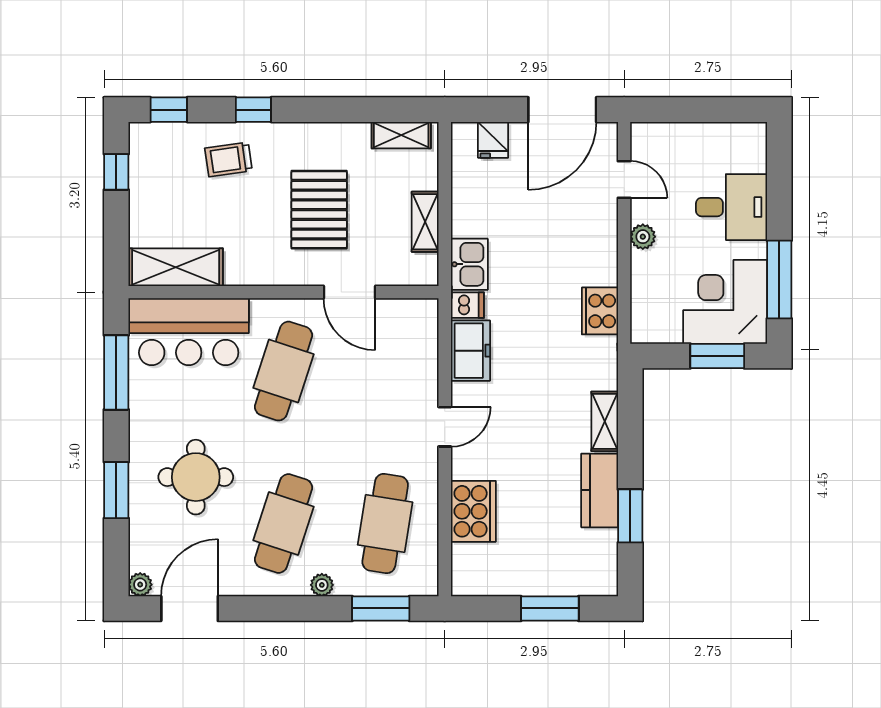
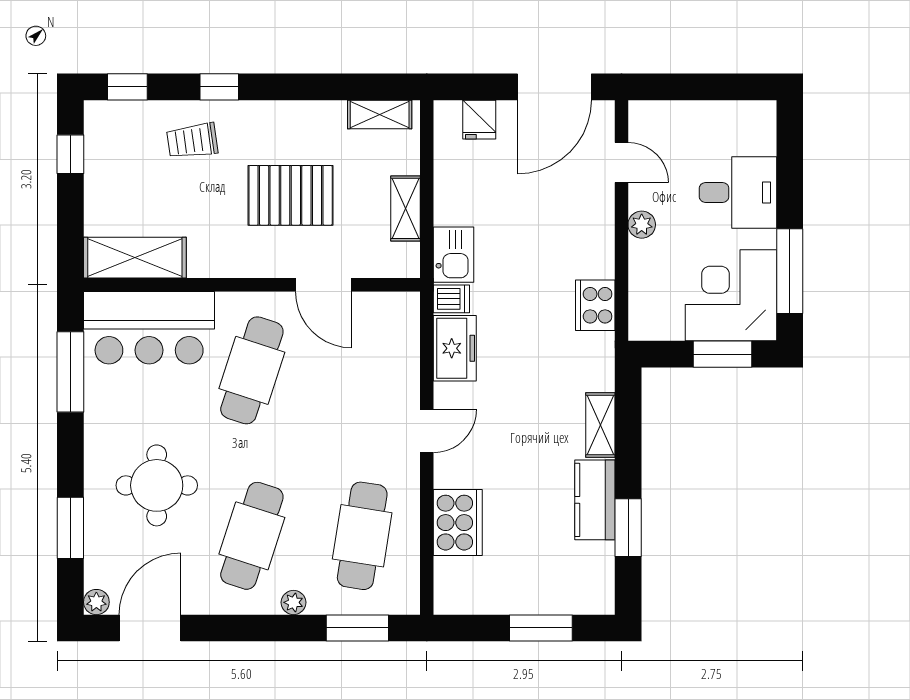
pallet: (319, 210) -> (291, 195), turned 90
window: (116, 490) -> (70, 528), moved

